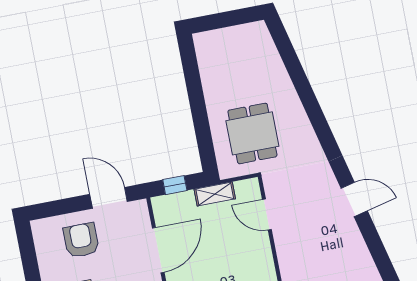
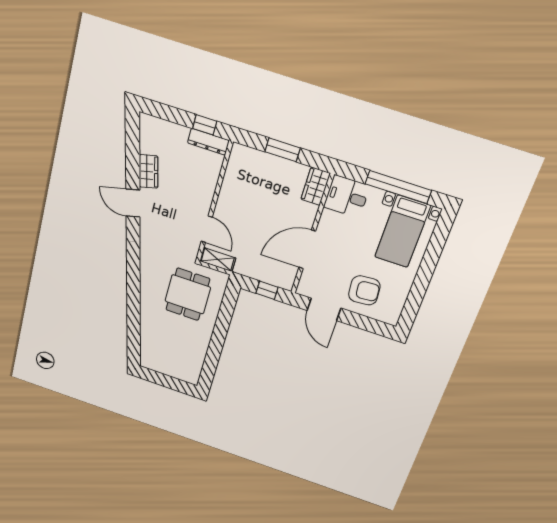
shelving: (215, 194) -> (218, 260), moved
armchair: (81, 240) -> (364, 290), turned -95
wardrobe: (353, 241) -> (148, 171), added

